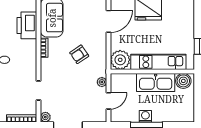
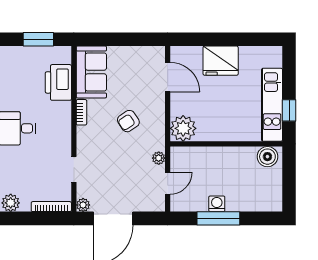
door: (109, 21) -> (168, 77), hinge flipped
kitchen unit: (158, 62) -> (272, 105), moved, turned -90
kitchen sink: (156, 82) -> (230, 159), removed

